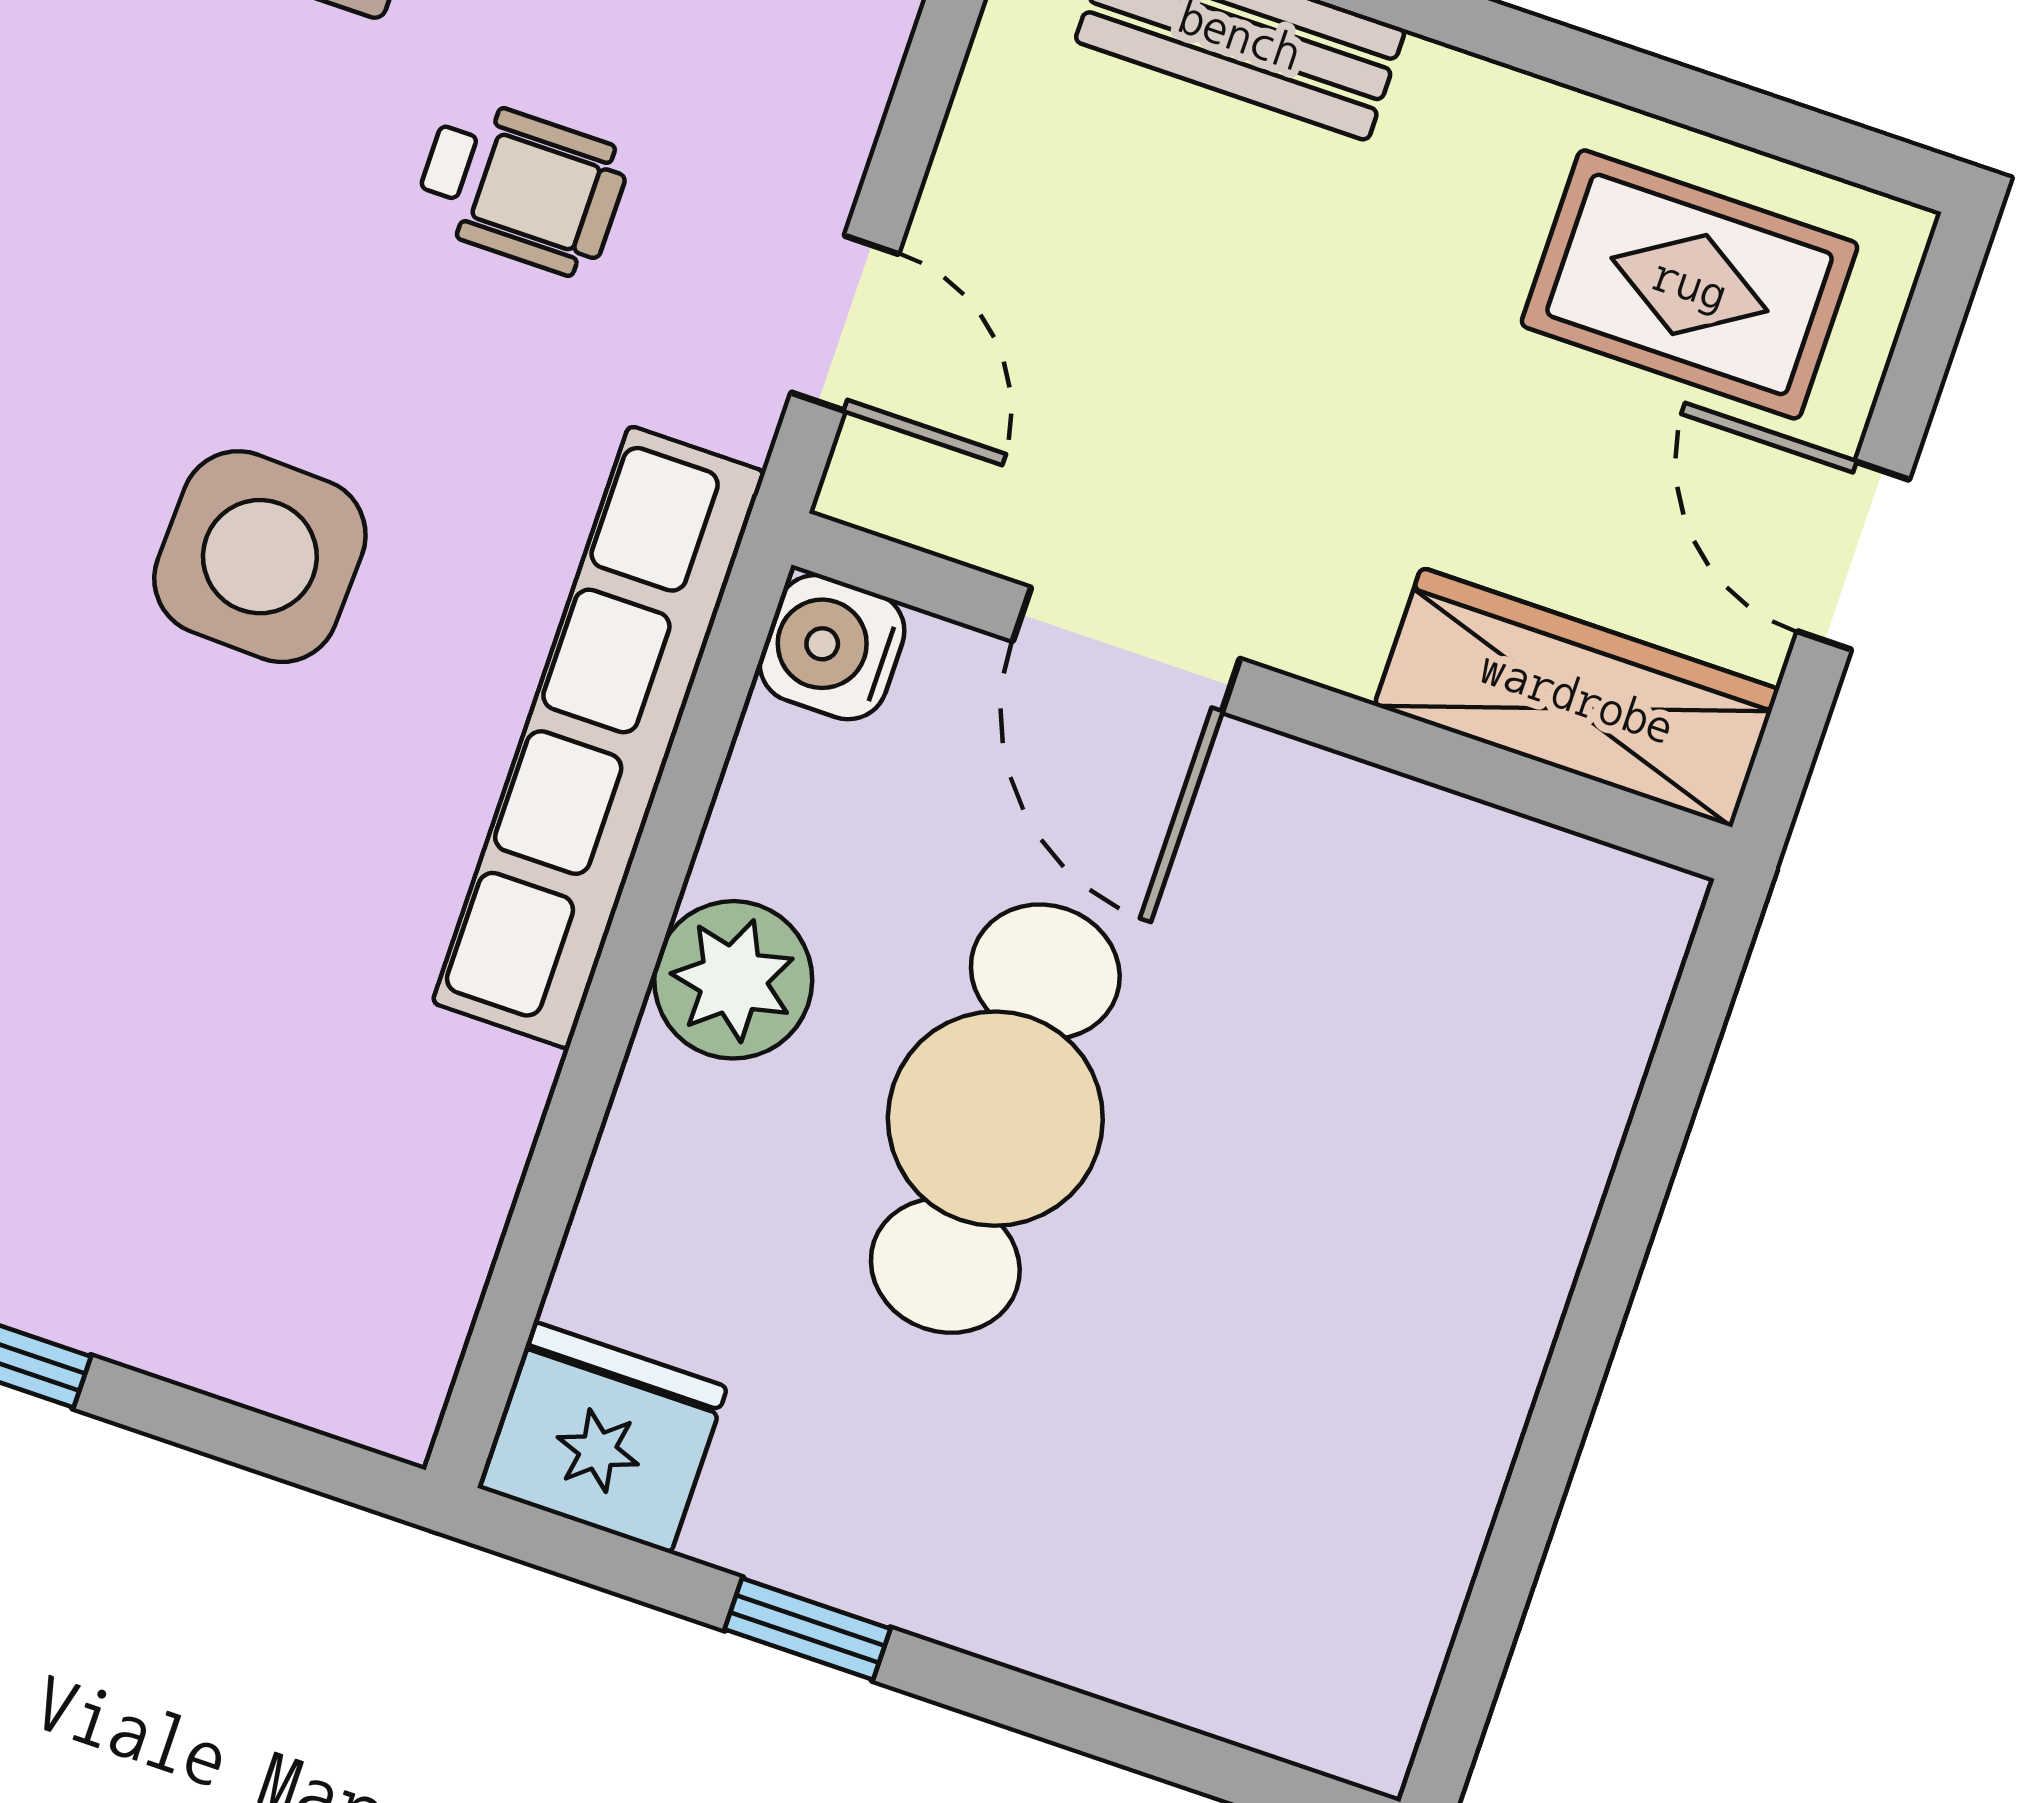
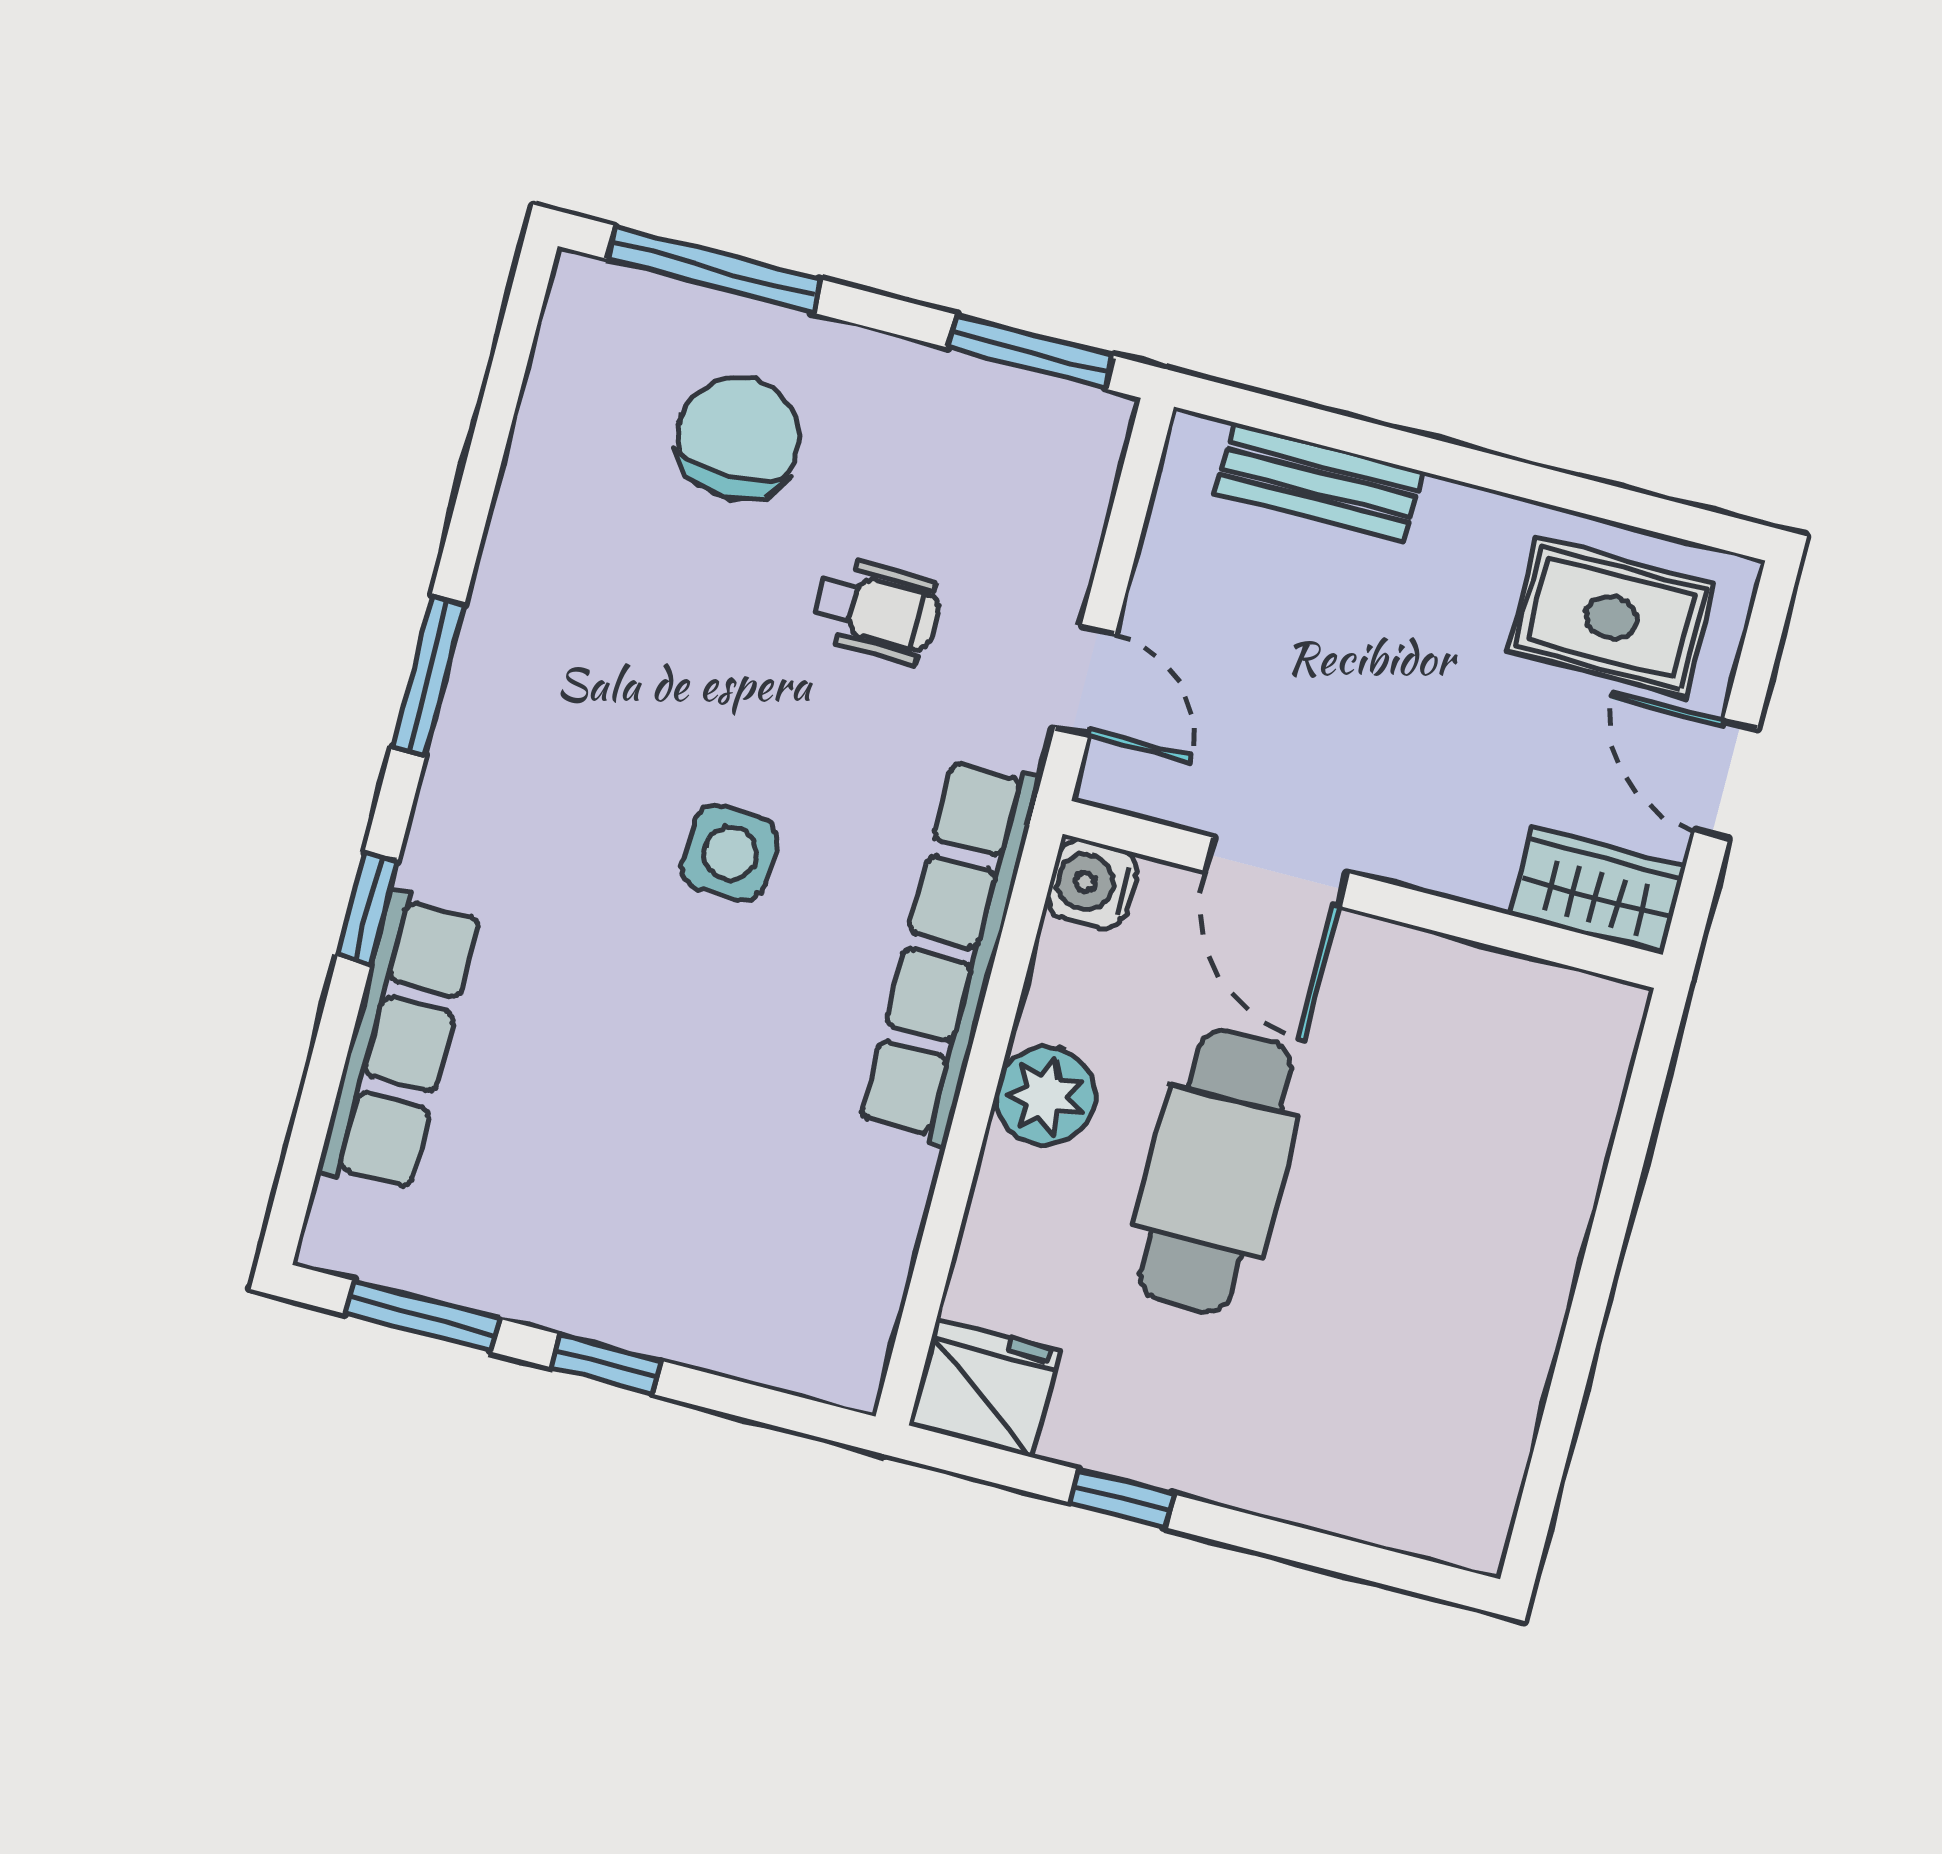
side table: (260, 557) -> (730, 853), width x0.73, depth x0.73
wardrobe: (1577, 697) -> (1598, 891), width x0.67

